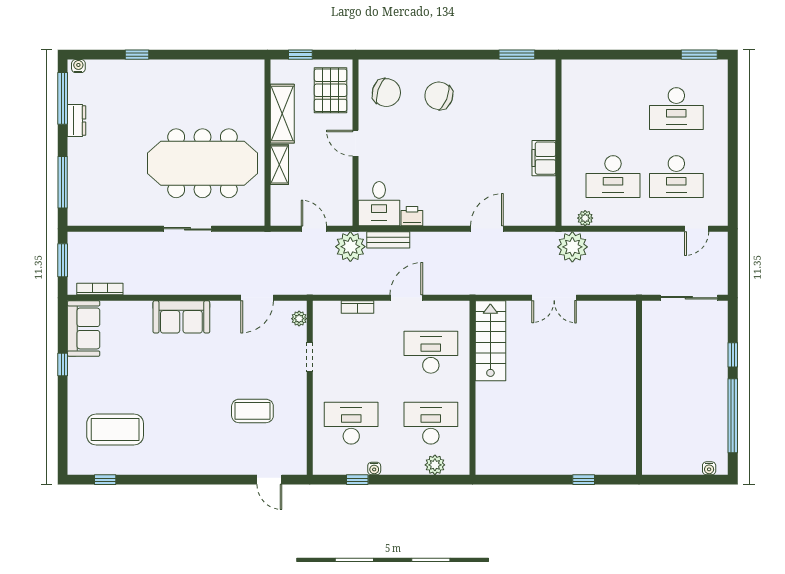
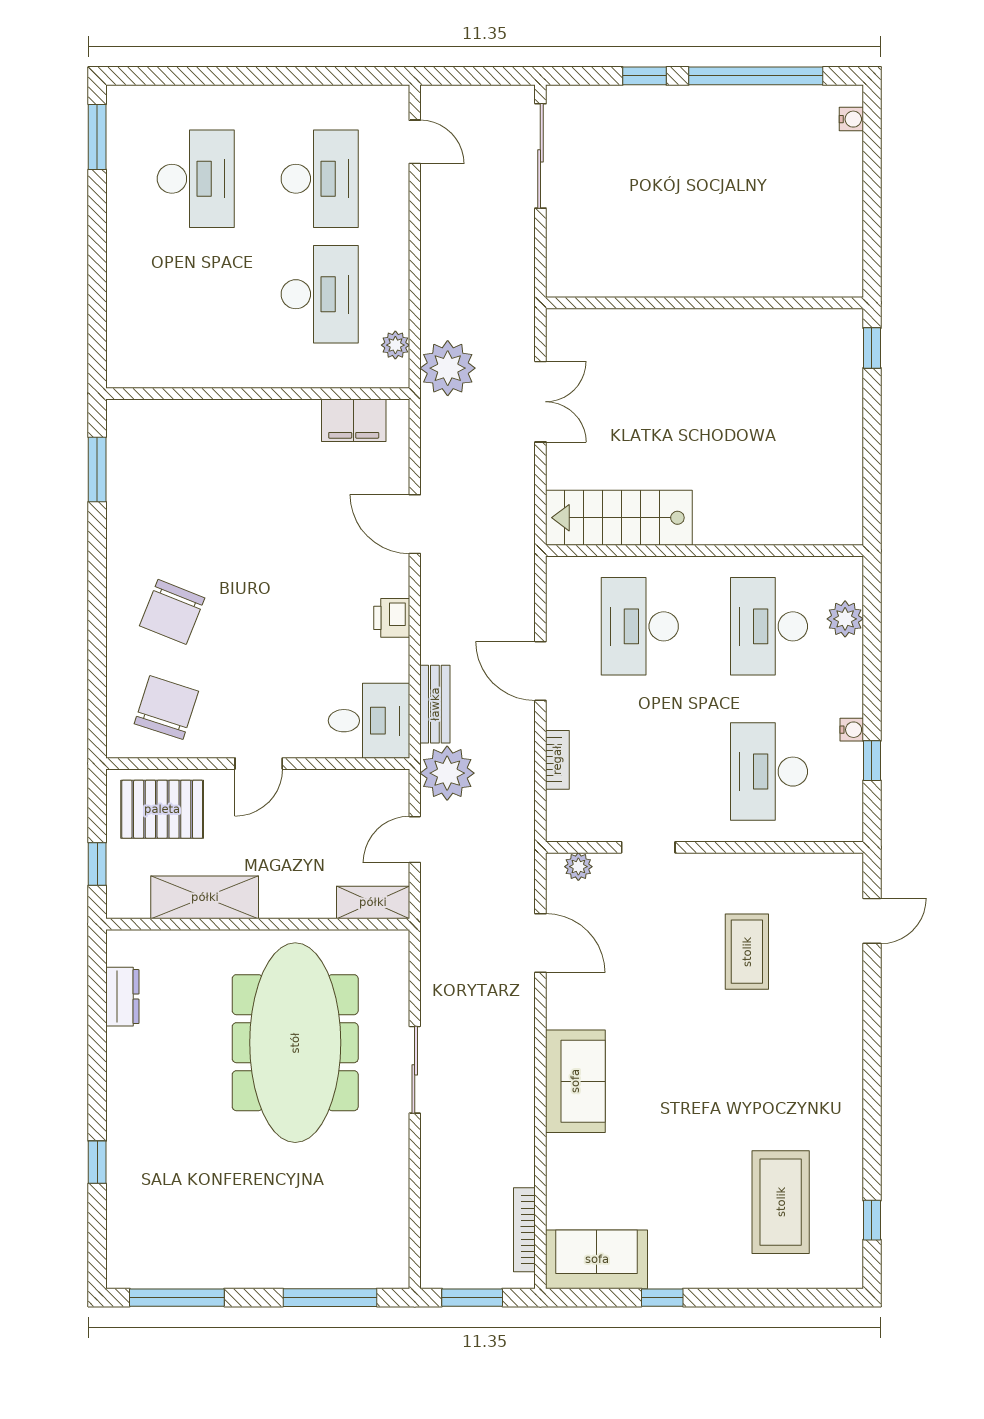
water cooler: (78, 66) -> (118, 1269), removed
dresser: (77, 121) -> (122, 997), moved, turned 90
filing cabinet: (544, 158) -> (354, 420), moved
shelving: (279, 165) -> (373, 902), moved
printer: (412, 216) -> (392, 618), moved
wall: (639, 388) -> (704, 303), moved

